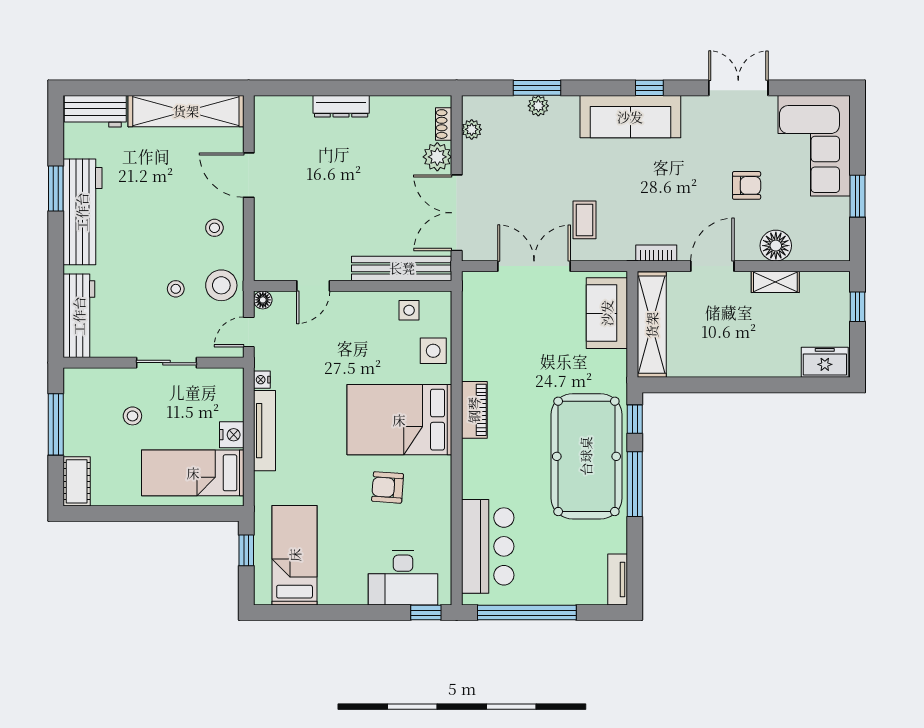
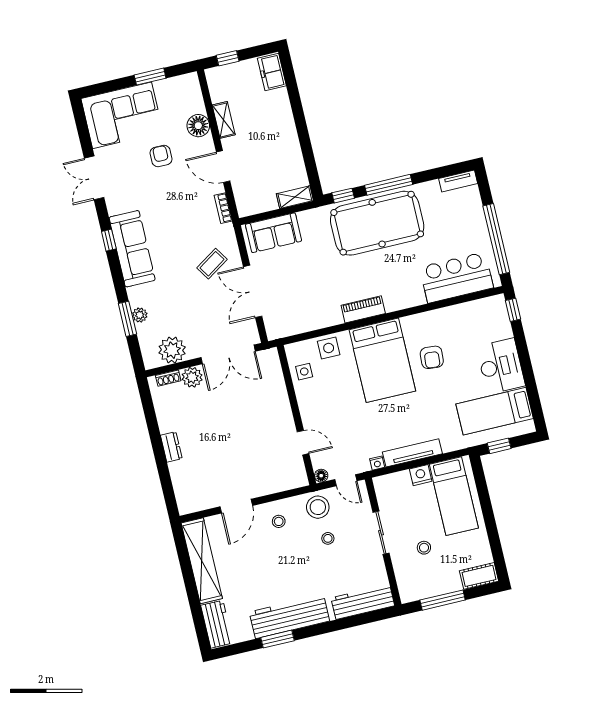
dresser: (341, 106) -> (171, 447), width x0.70
plant: (472, 129) -> (172, 350), width x1.87, depth x1.87
coffee table: (585, 220) -> (212, 264), turned -33
bench: (402, 268) -> (276, 384), removed
shelving: (652, 325) -> (295, 197), width x0.45, depth x0.75
desk: (403, 578) -> (501, 366), moved

